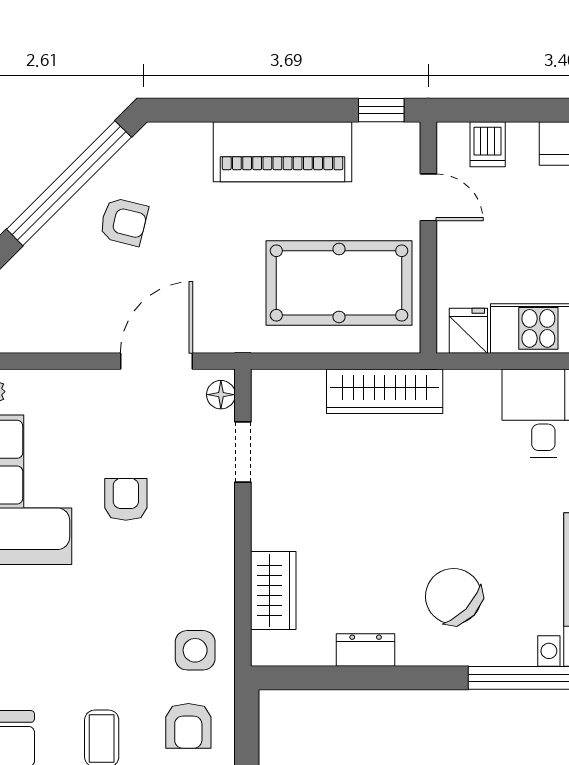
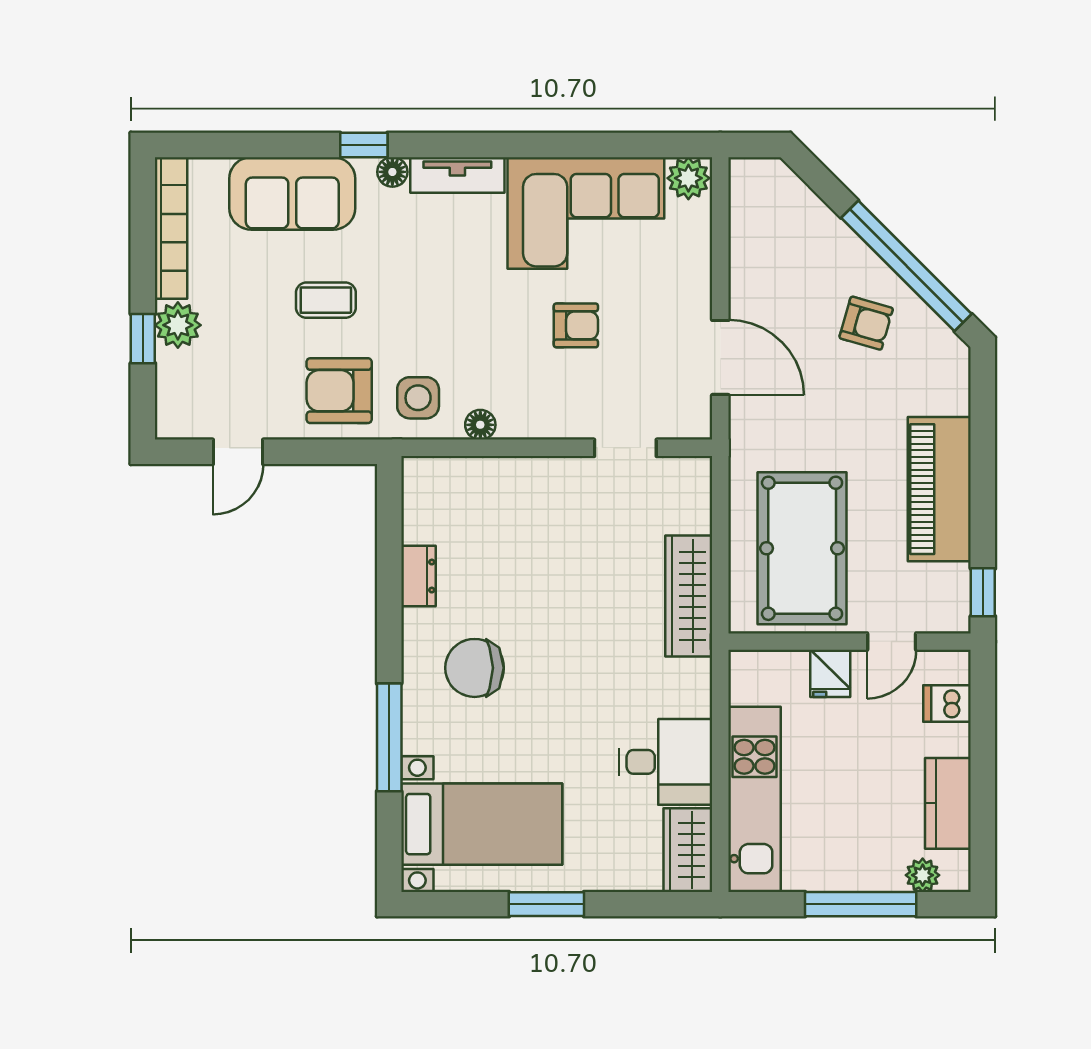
armchair: (124, 222) -> (866, 323), turned -88
fridge: (468, 331) -> (830, 673), moved, turned 90
floor lamp: (221, 395) -> (480, 425), moved
wardrobe: (273, 590) -> (481, 480), removed
chair: (453, 596) -> (475, 668), turned -134
armchair: (188, 726) -> (339, 391), width x1.38, depth x1.38

